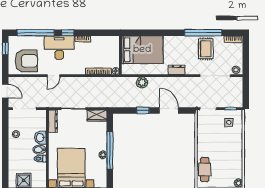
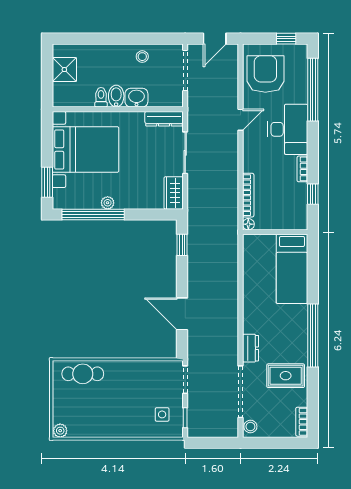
window: (68, 33) -> (313, 194), moved
window: (203, 33) -> (313, 335), moved
bed: (142, 50) -> (292, 269), width x0.67
armchair: (26, 61) -> (265, 74), turned 180
dresser: (177, 70) -> (250, 348), moved
door: (54, 76) -> (240, 120), swing flipped
plant: (142, 82) -> (229, 268), removed
window: (143, 110) -> (182, 245), moved
door: (169, 110) -> (182, 314), swing flipped
window: (110, 150) -> (93, 214), moved

